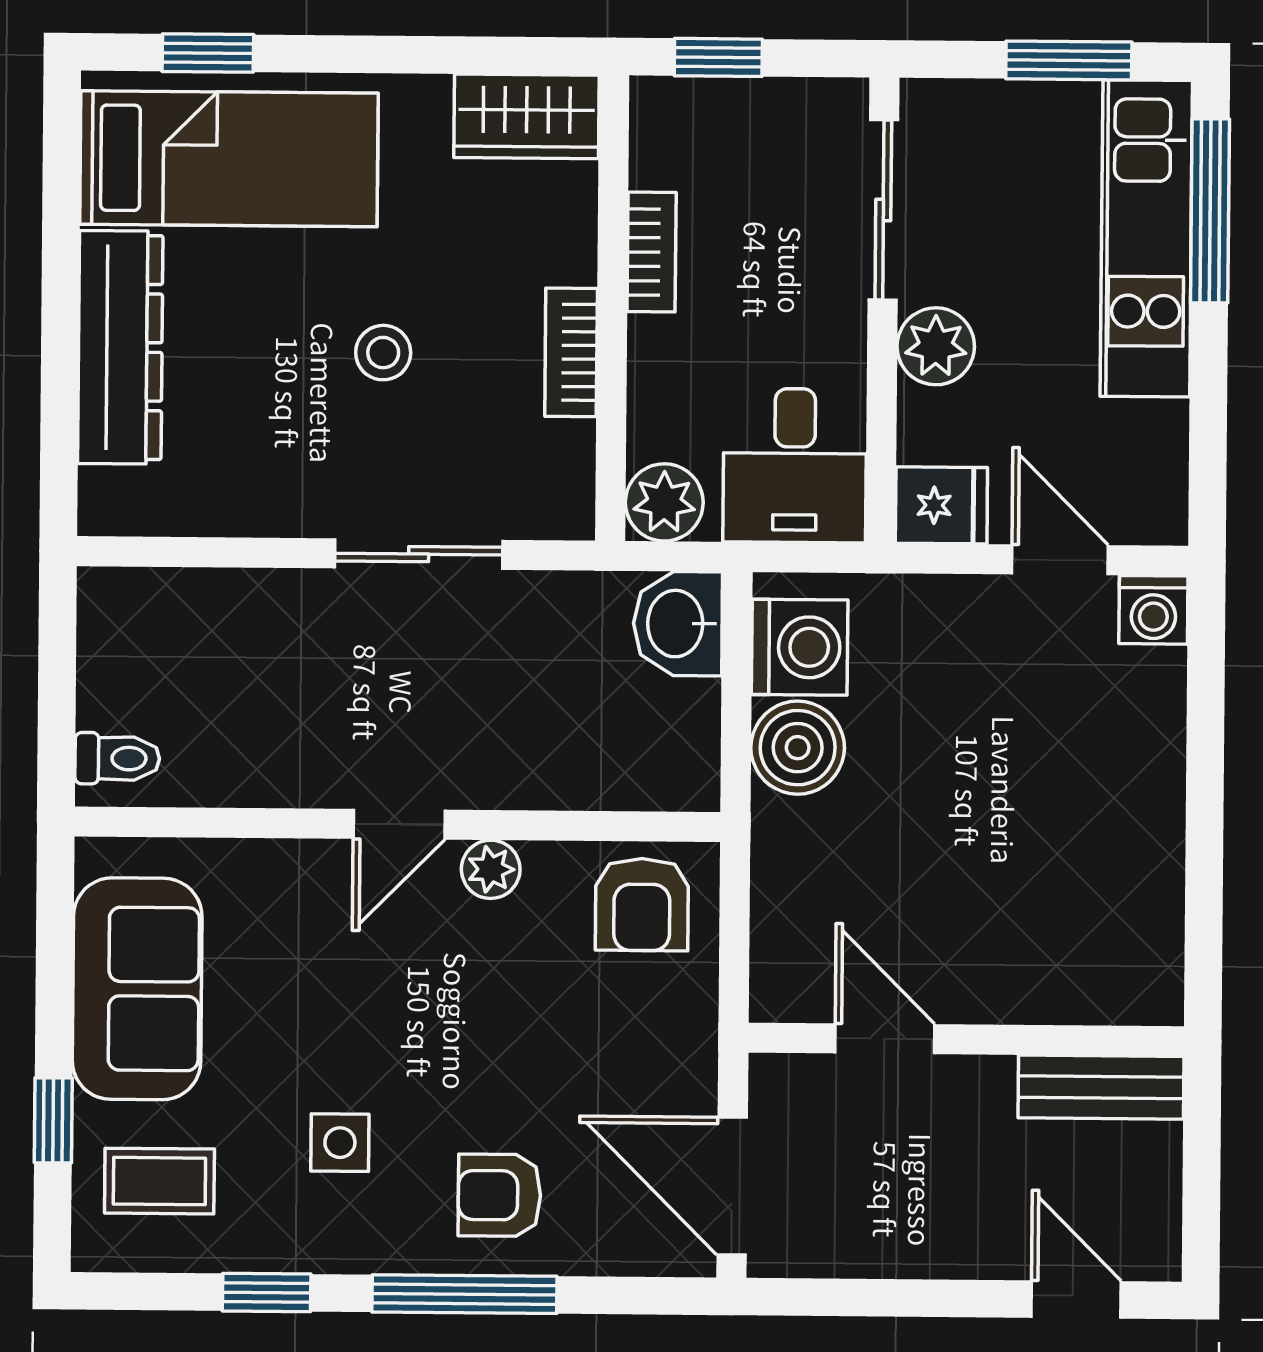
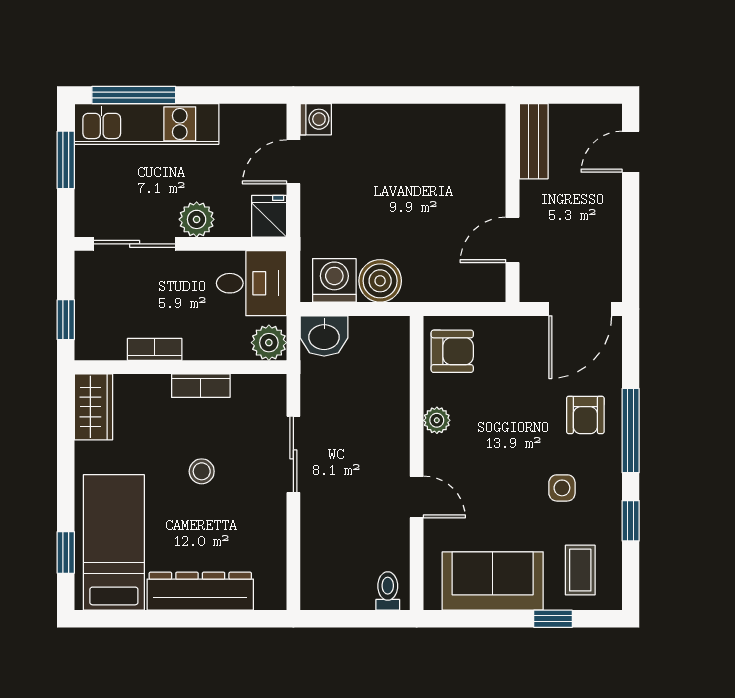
door: (399, 824) -> (417, 497), moved

